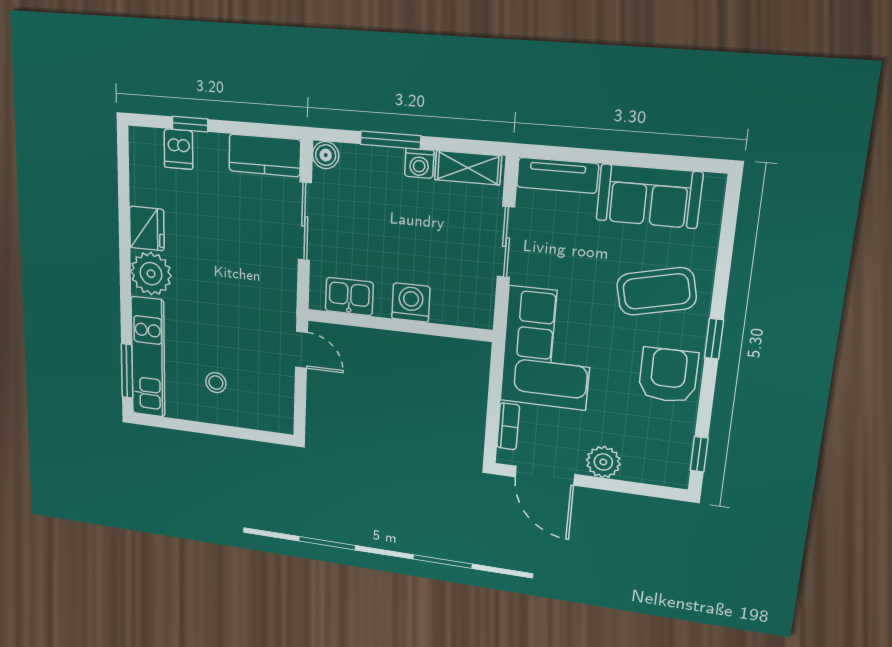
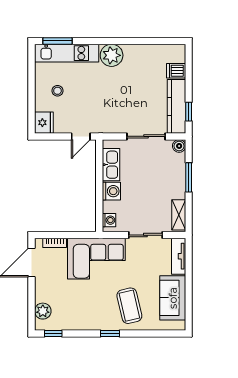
window: (190, 124) -> (189, 112), moved
kitchen counter: (265, 155) -> (177, 106), width x1.50
washing machine: (419, 163) -> (109, 220), moved, turned 180
fridge: (147, 228) -> (44, 123), moved, turned -90
kitchen sink: (349, 297) -> (111, 165), width x1.38
armchair: (668, 375) -> (90, 315), removed
plant: (603, 462) -> (43, 311), moved

